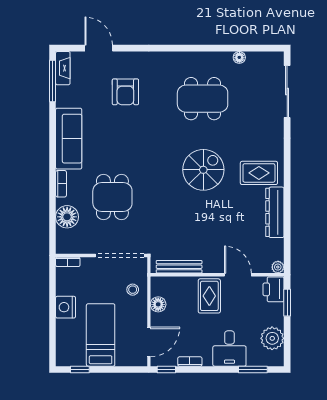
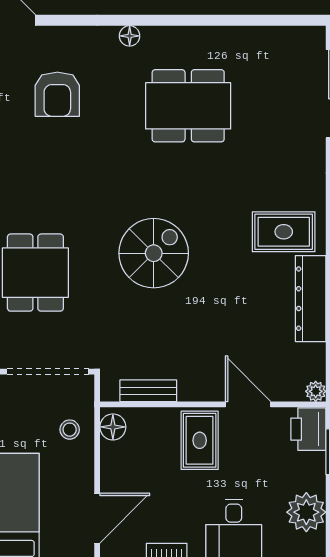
floor lamp: (239, 57) -> (130, 36), moved
spiral stairs: (203, 170) -> (154, 253), moved
bench: (179, 267) -> (148, 391), width x0.73
floor lamp: (158, 304) -> (113, 427), moved

